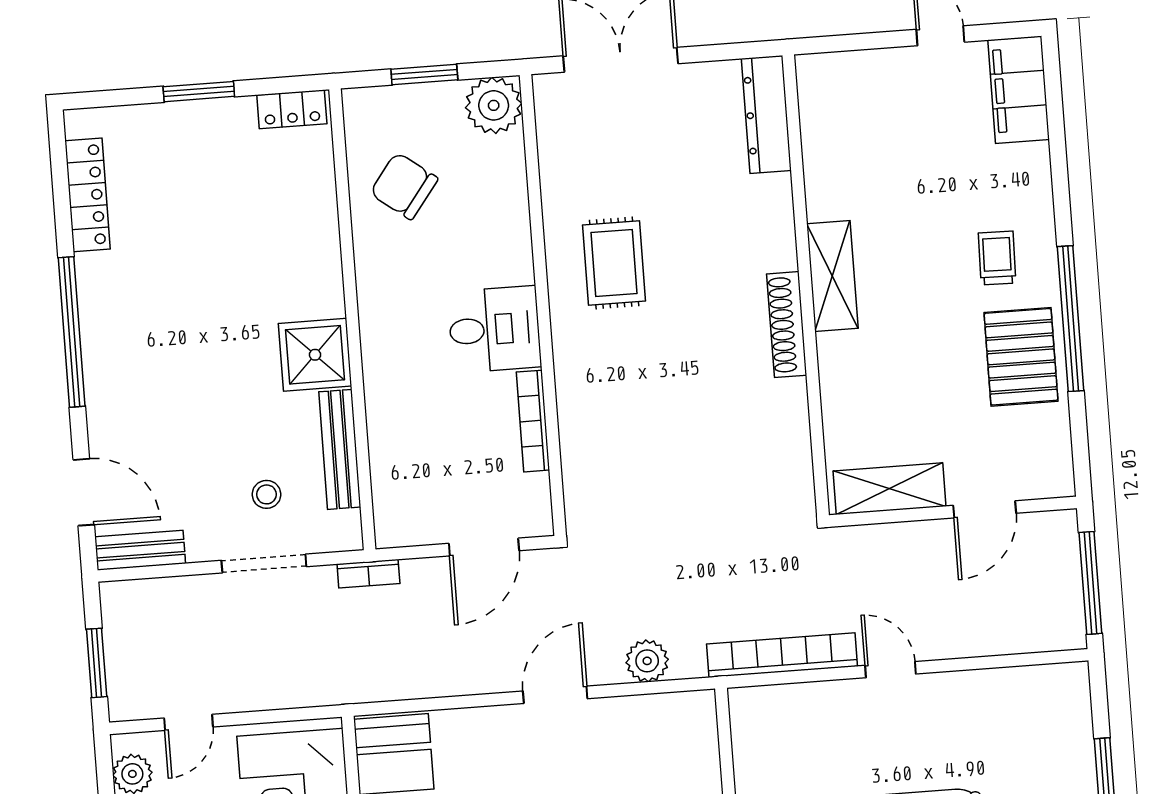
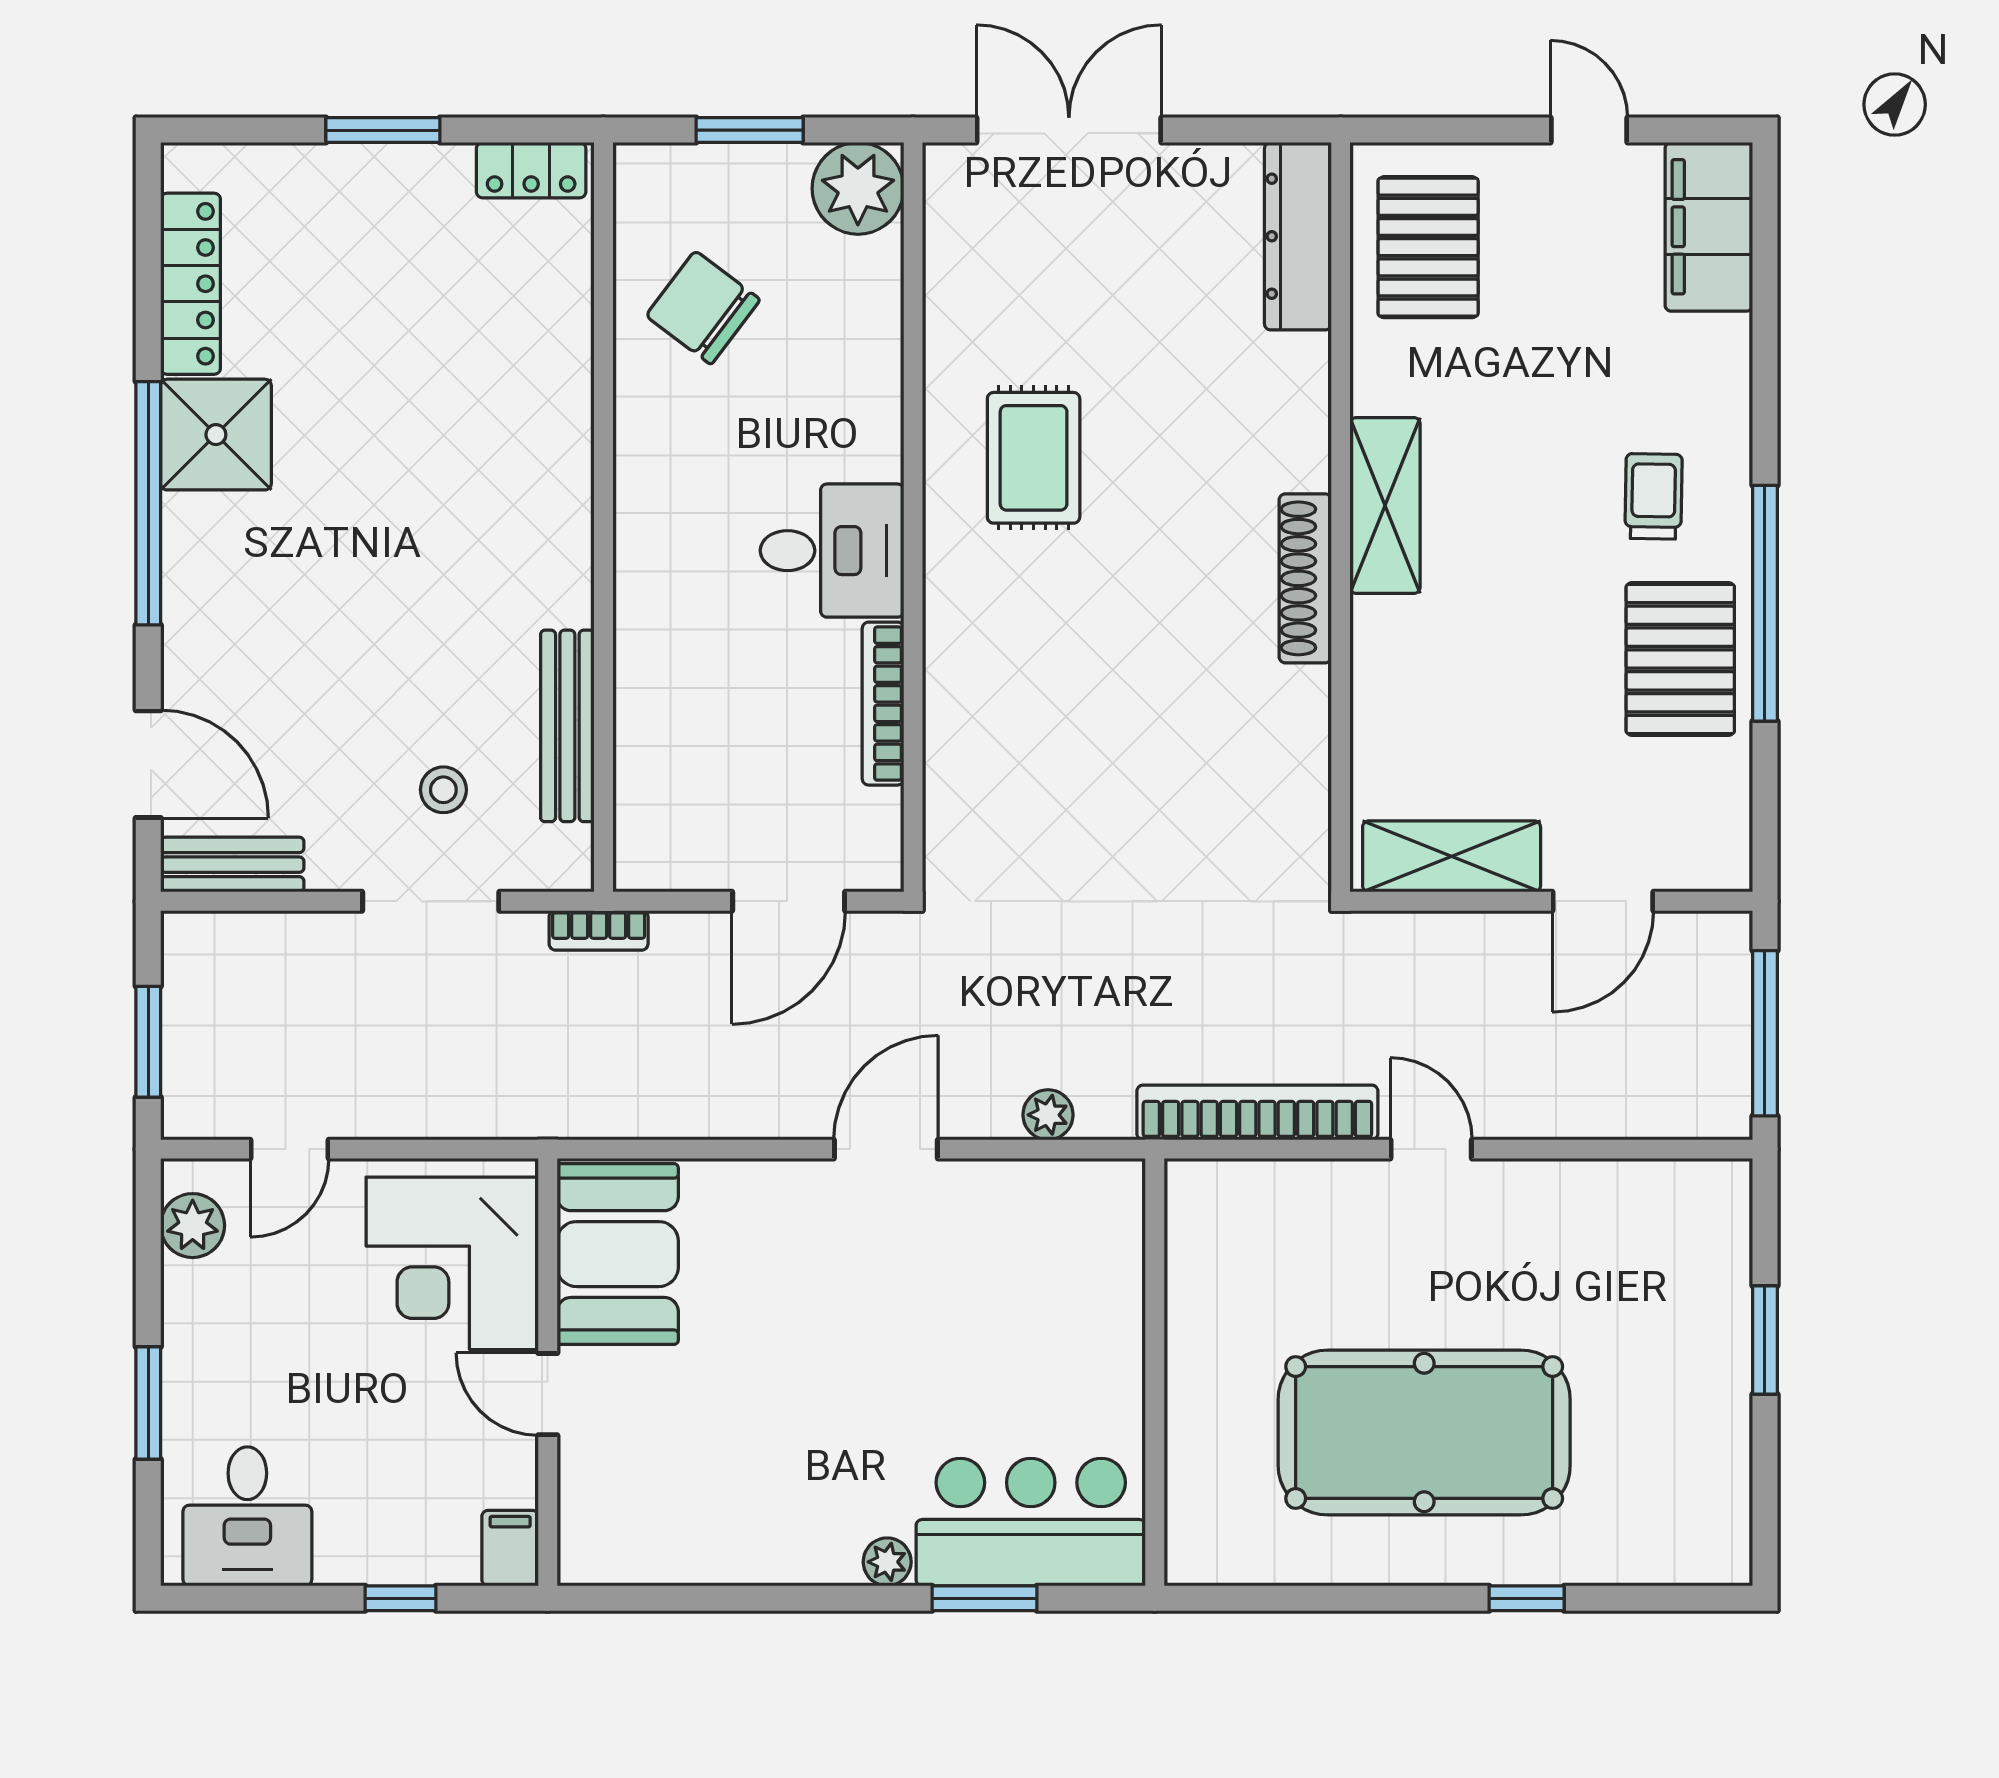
pallet: (847, 115) -> (1428, 247), added
shower: (315, 355) -> (216, 435), moved
plant: (647, 661) -> (1048, 1115), width x0.73, depth x0.73

